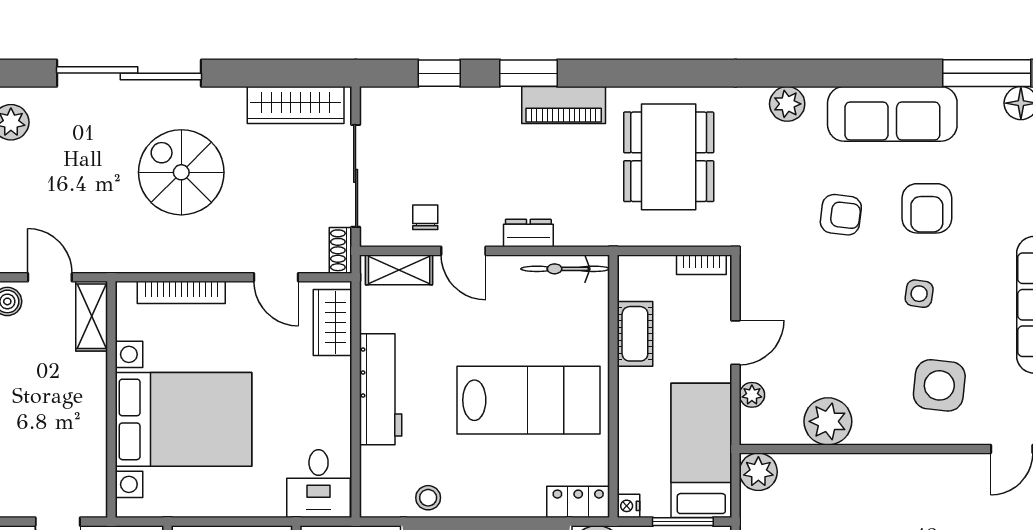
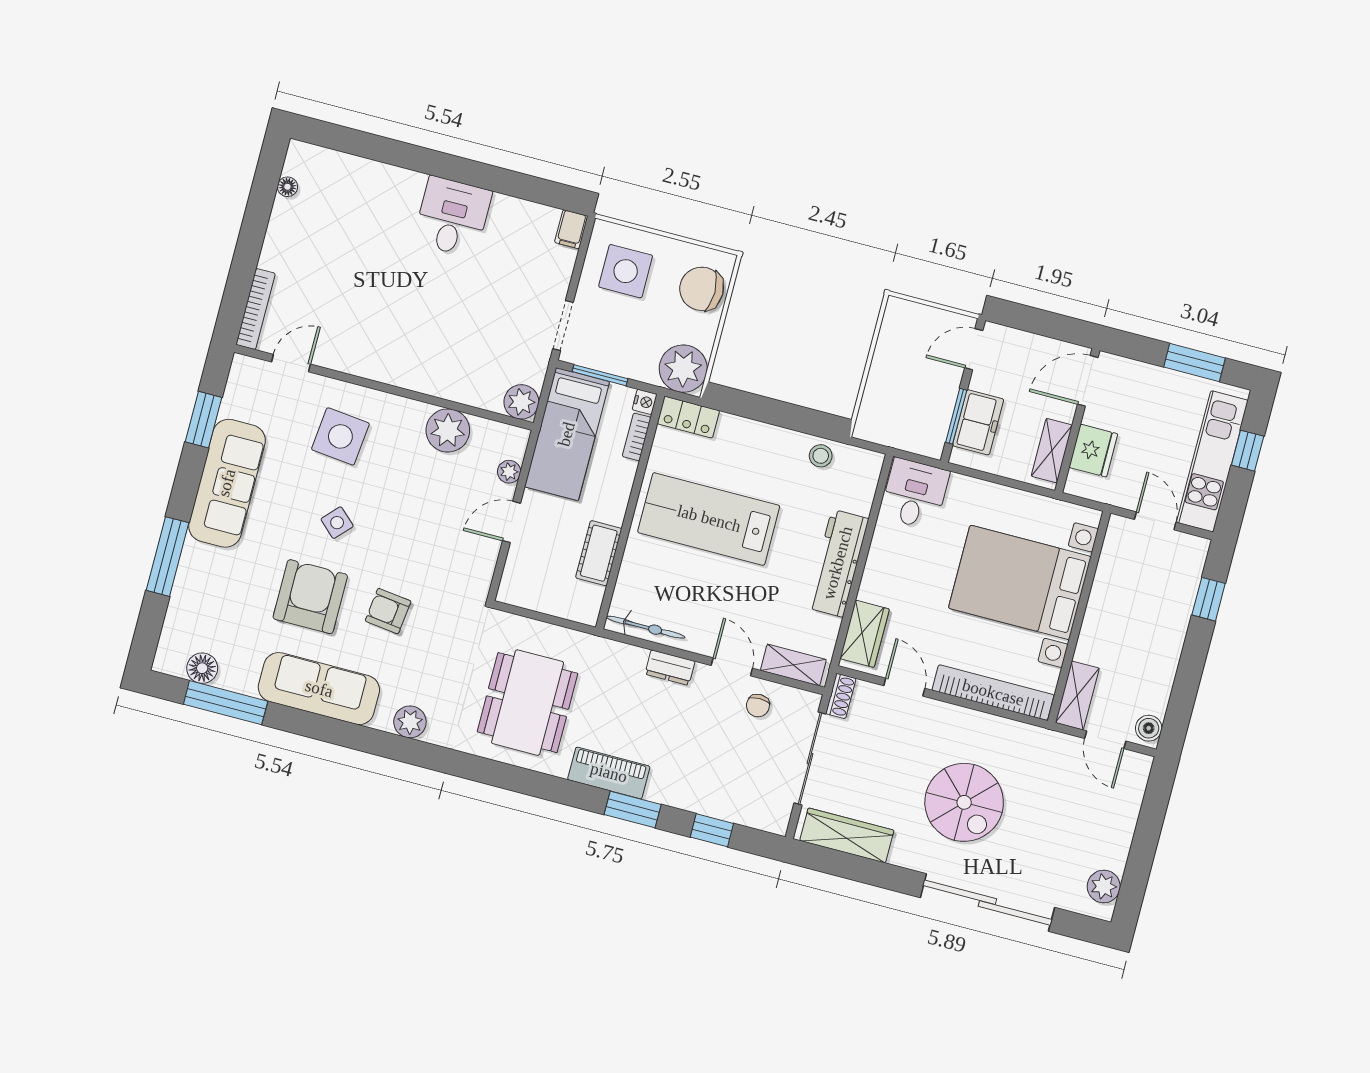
armchair: (927, 208) -> (310, 597), width x1.36, depth x1.36
bookcase: (701, 265) -> (637, 437), moved, turned -90
bookcase: (181, 292) -> (993, 693), width x1.48, depth x1.31
side table: (919, 294) -> (337, 523), turned 35

